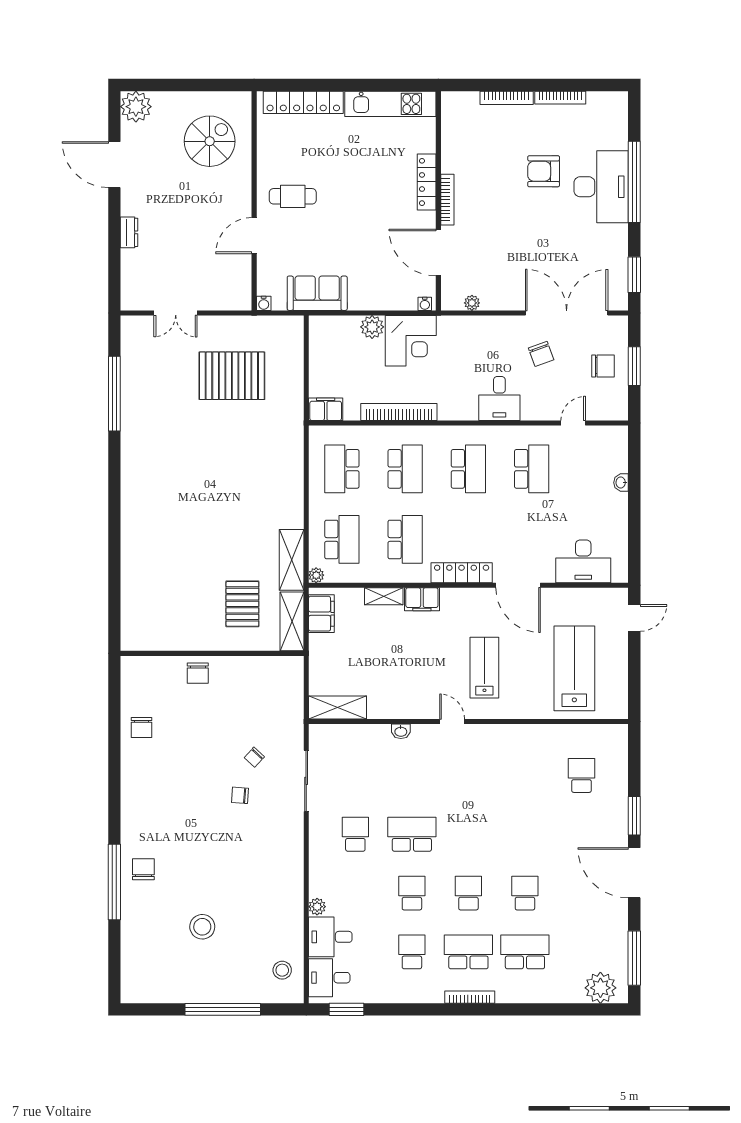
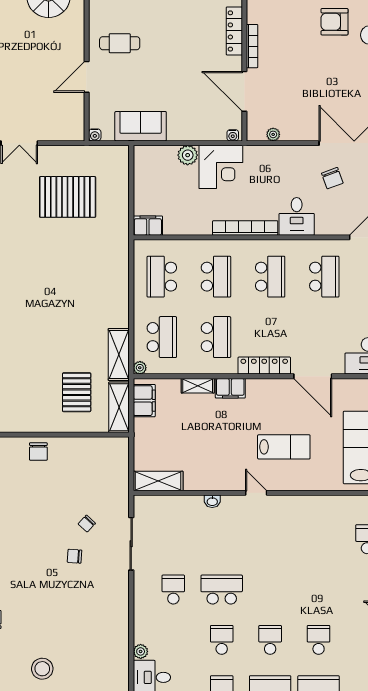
bookcase: (399, 412) -> (245, 228), moved
lab bench: (484, 668) -> (284, 447), turned 90

